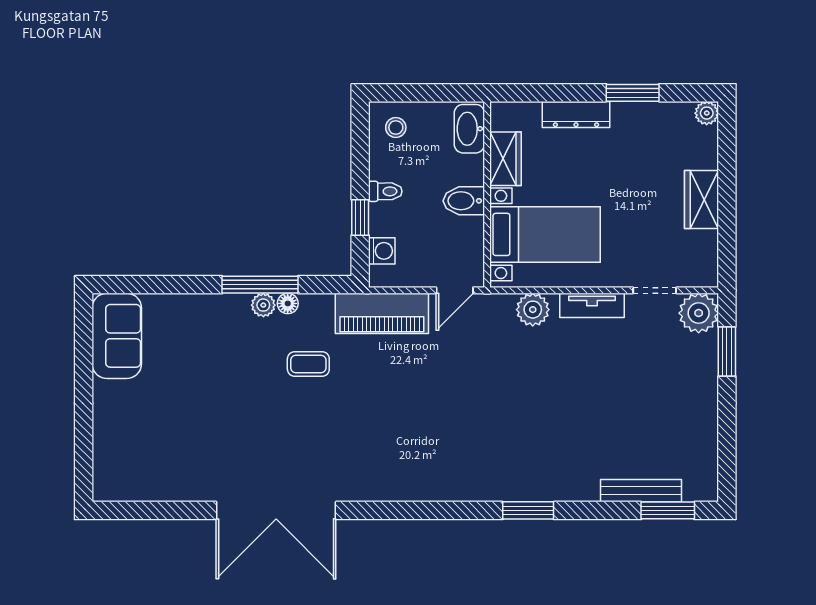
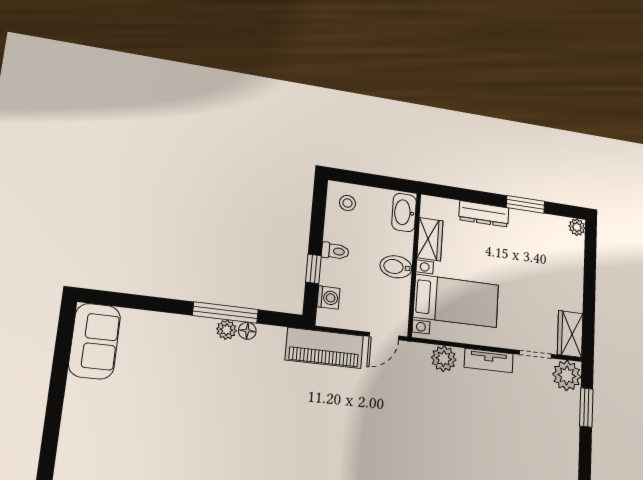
wardrobe: (702, 200) -> (570, 334), moved
coffee table: (308, 364) -> (260, 383), removed

